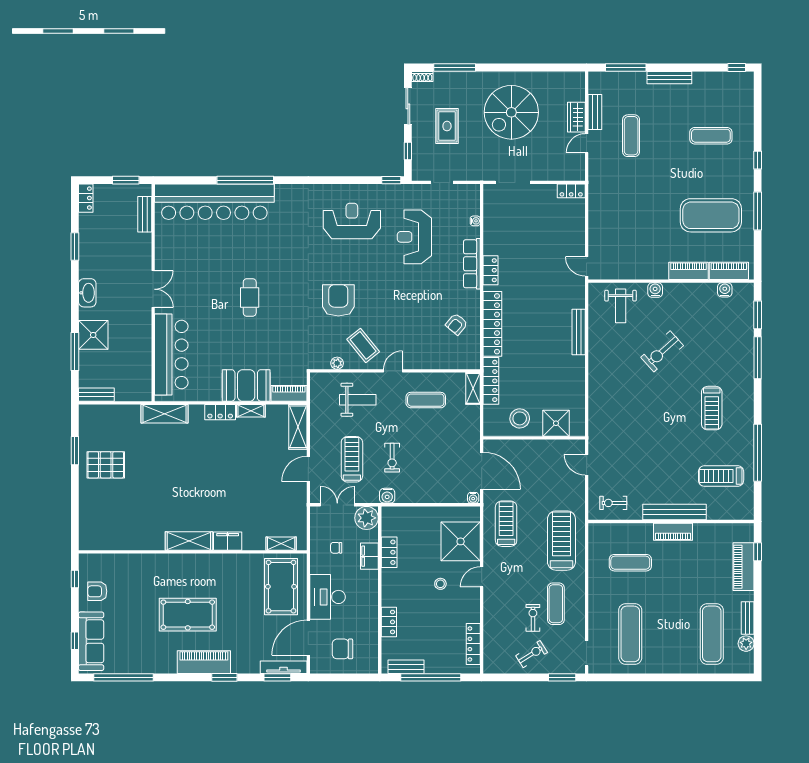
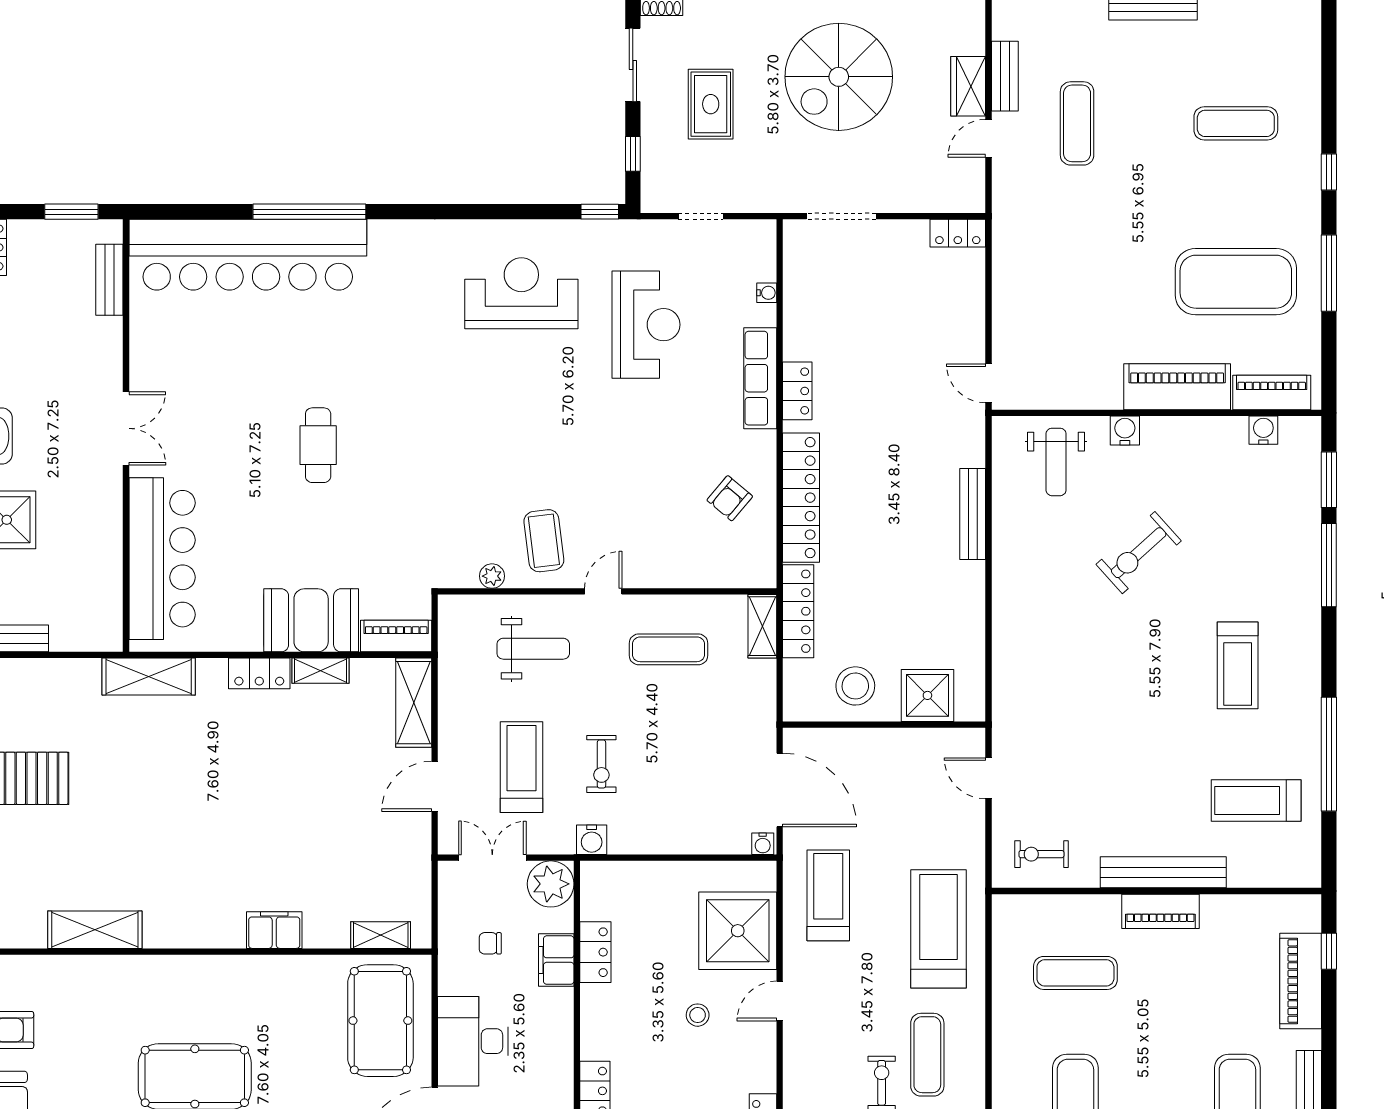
reception desk: (414, 237) -> (646, 325), turned 180
piano: (689, 271) -> (1177, 387), width x1.37, depth x1.33
armchair: (338, 300) -> (494, 451), removed
coffee table: (363, 345) -> (544, 541), turned 32
shelving: (189, 541) -> (95, 930), moved

